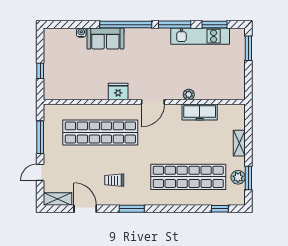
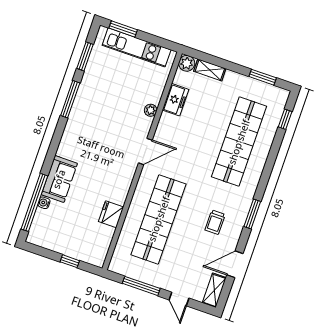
window: (126, 25) -> (34, 202), moved
kitchen unit: (200, 36) -> (137, 47), moved, turned 90
fridge: (118, 92) -> (111, 214), moved
door: (153, 102) -> (145, 151), hinge flipped
freezer: (200, 112) -> (175, 100), width x0.71
shelving: (239, 143) -> (210, 70), moved
plant: (238, 177) -> (187, 63), moved

